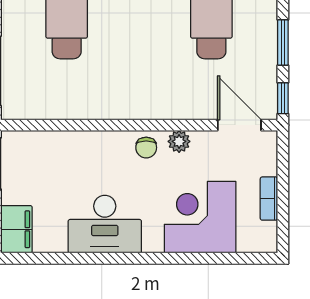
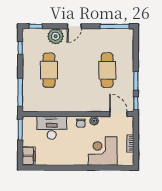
desk: (105, 224) -> (52, 128), moved, turned 180

